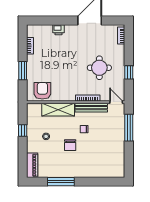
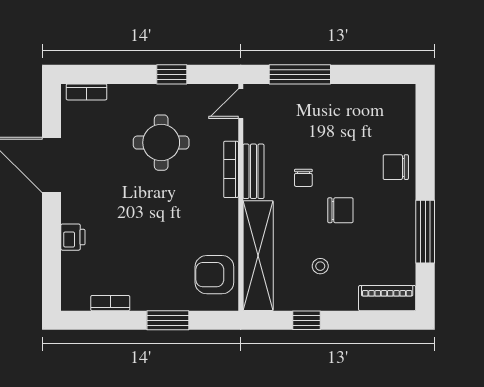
bench: (91, 108) -> (253, 171), width x0.73
shelving: (58, 110) -> (258, 256), width x1.47
chair: (89, 169) -> (396, 167), added

